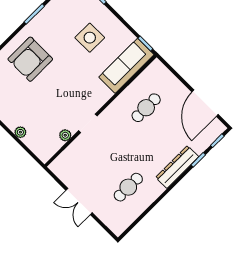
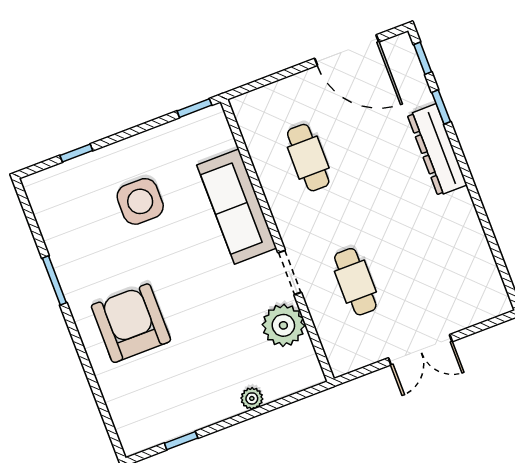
armchair: (30, 59) -> (131, 323), turned 180
sofa: (126, 66) -> (237, 206), moved
plant: (65, 135) -> (283, 325), width x1.87, depth x1.87
cafe table: (128, 187) -> (355, 282), moved

